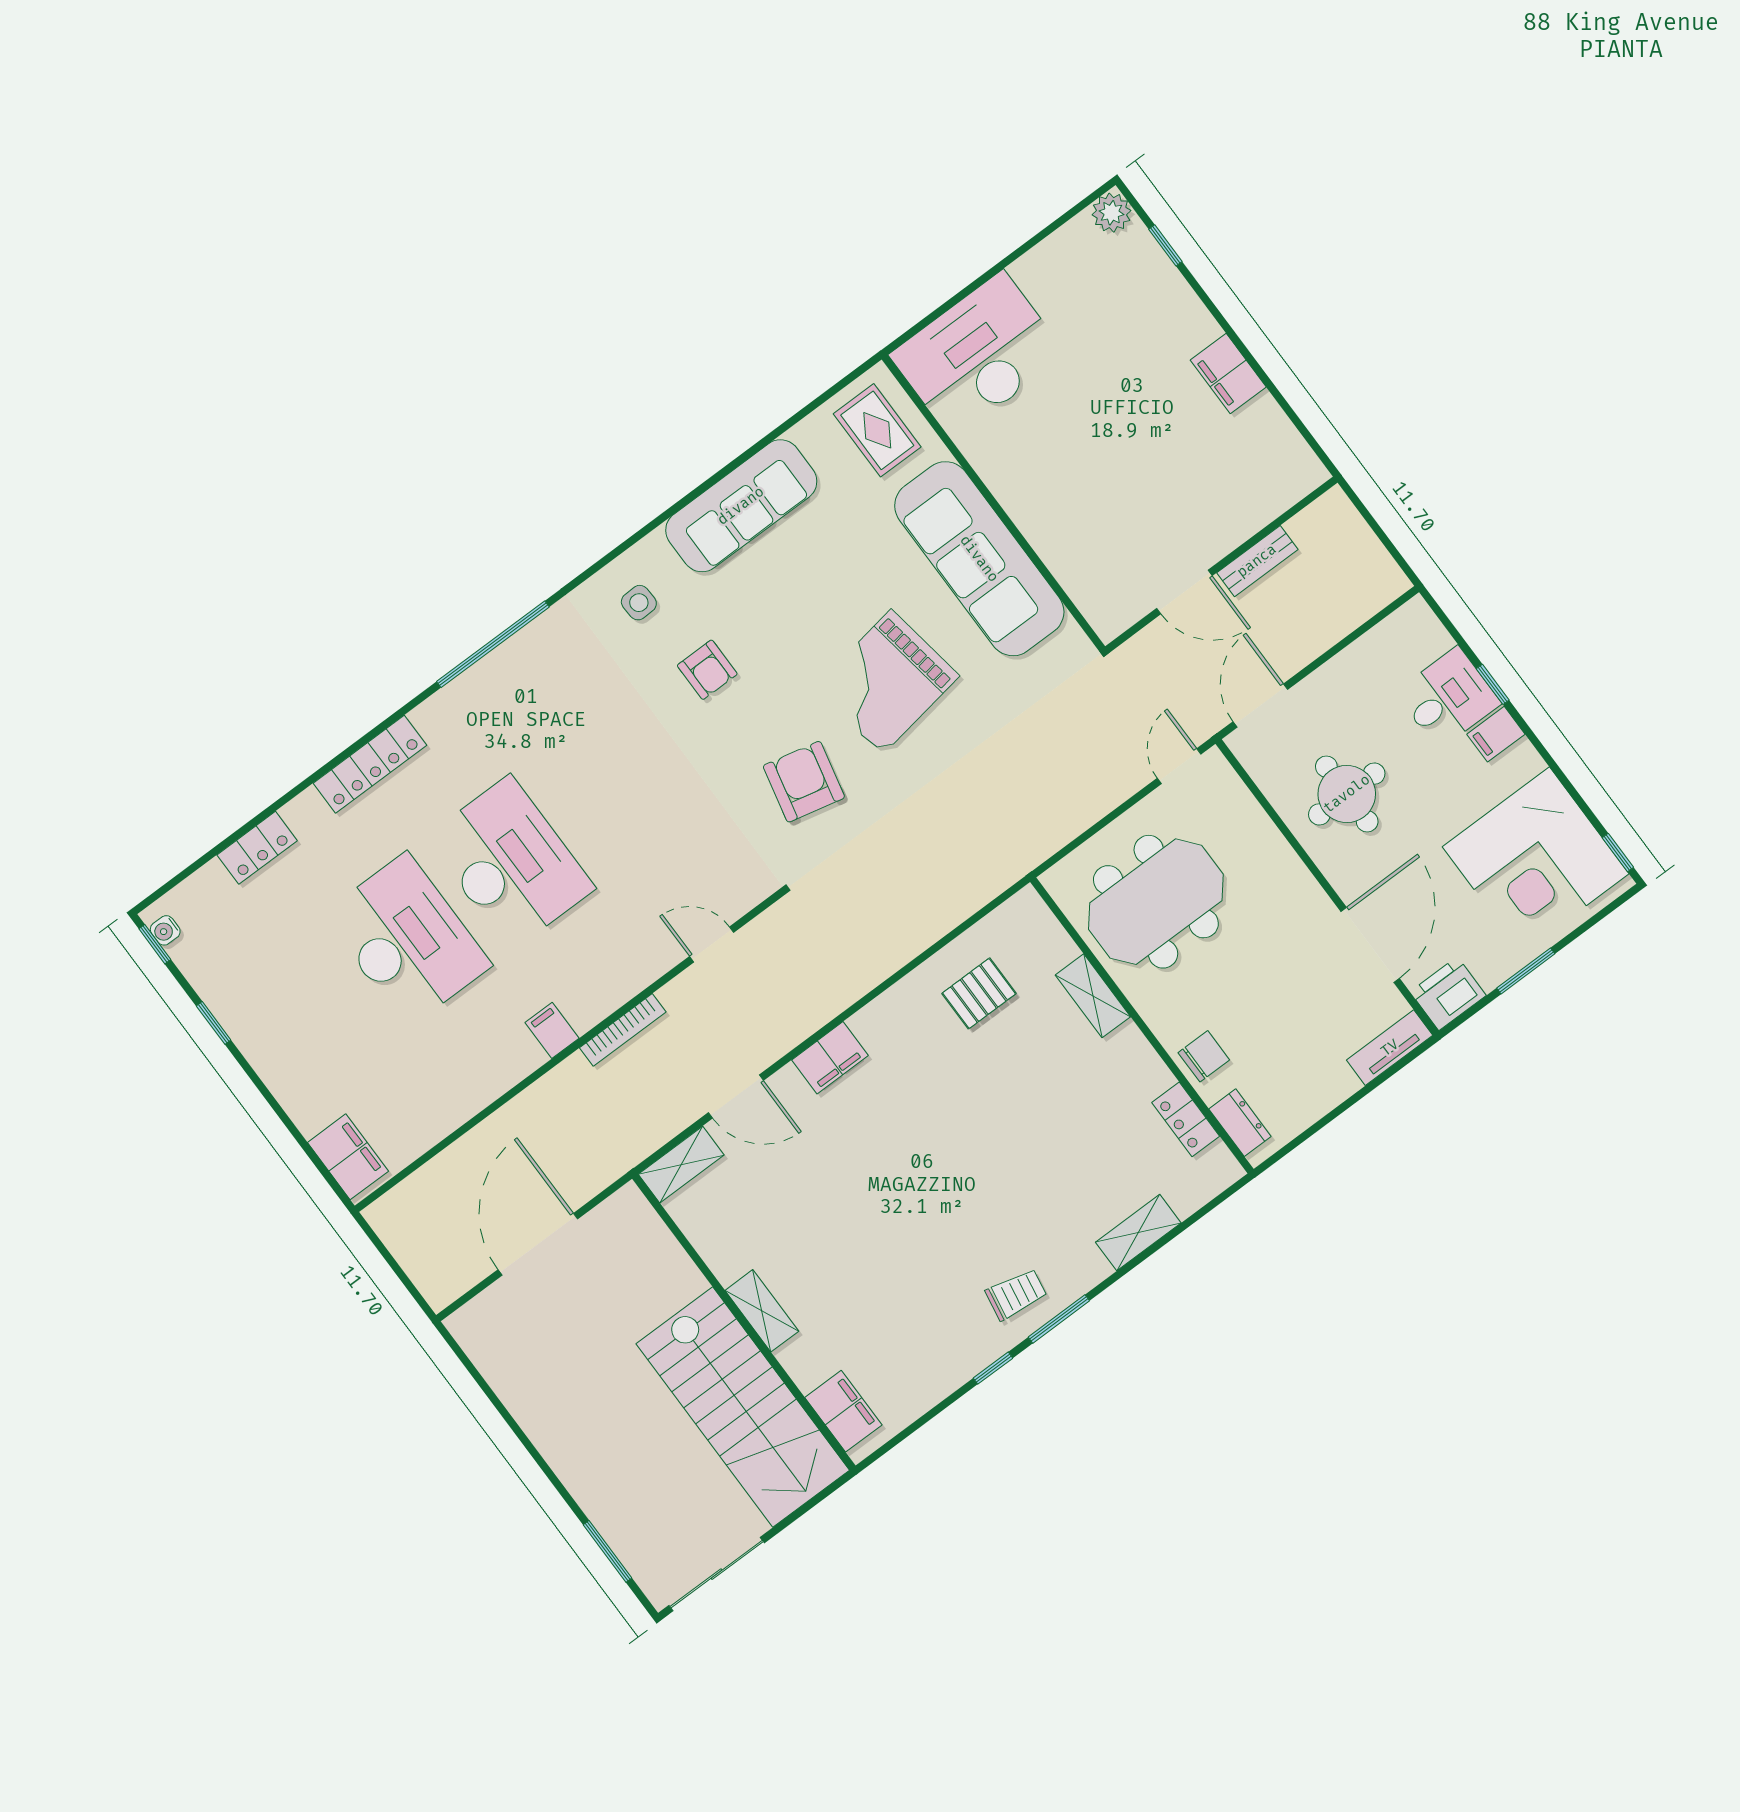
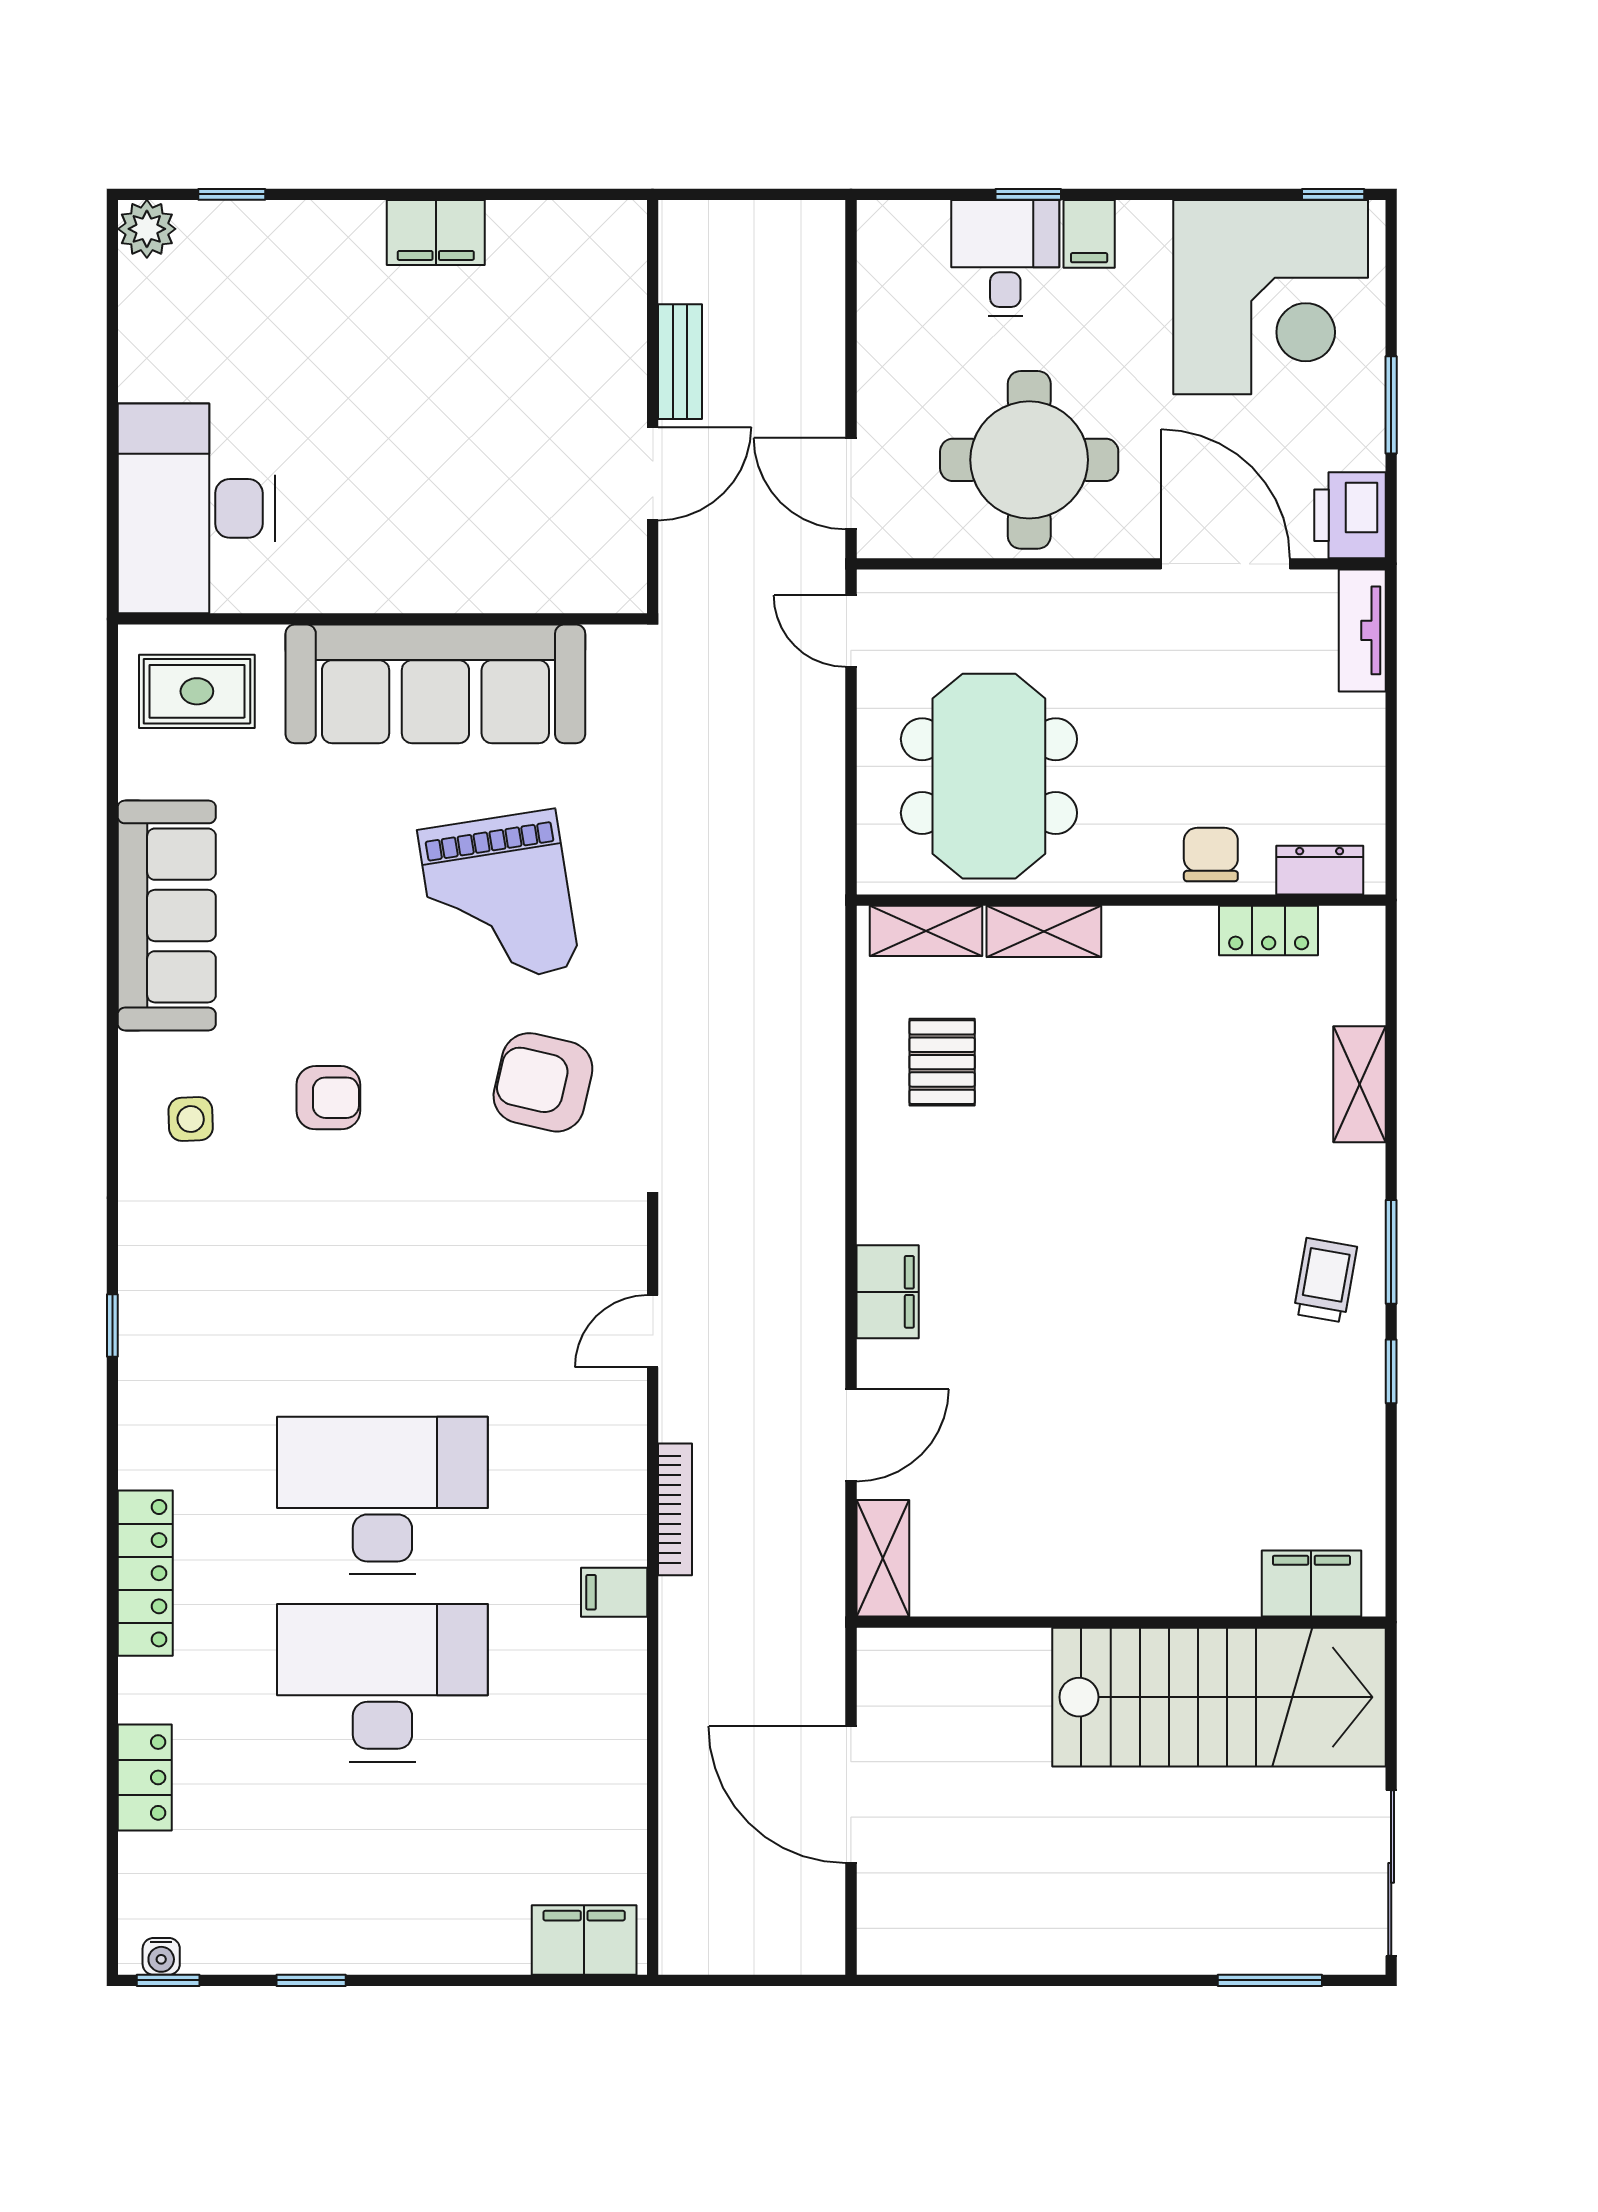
window: (493, 644) -> (112, 1325), width x0.32
round table: (1347, 794) -> (1029, 460), width x1.36, depth x1.36
shelving: (762, 1311) -> (926, 931), moved

